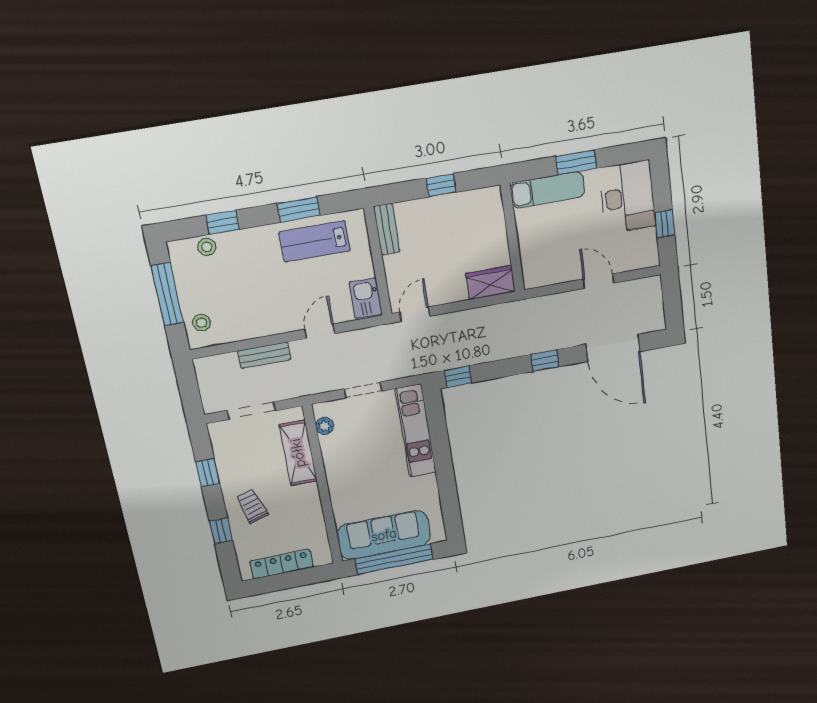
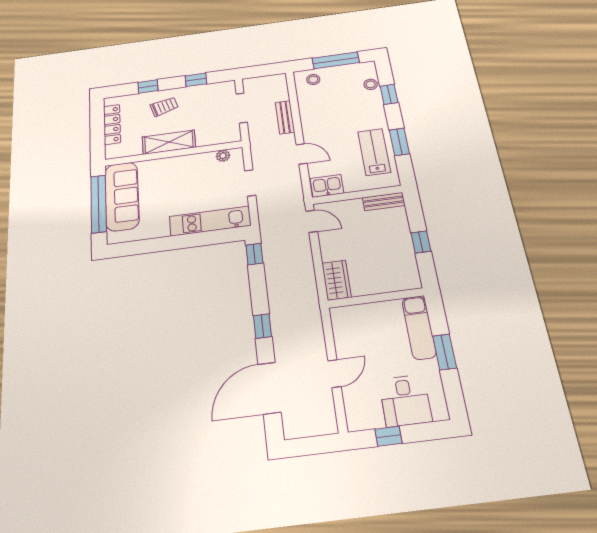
desk: (627, 197) -> (405, 401), width x0.73
shelving: (298, 453) -> (169, 142), moved

